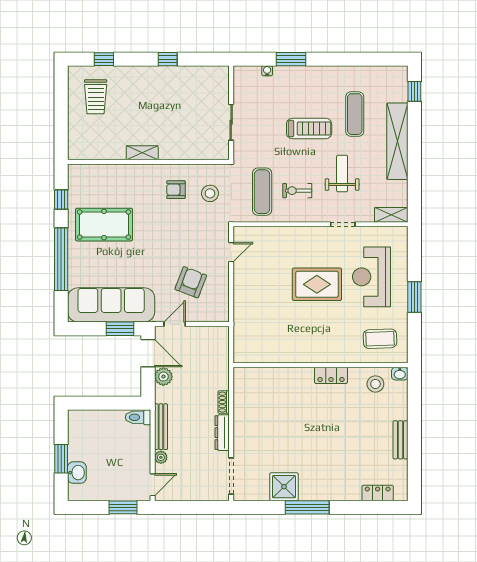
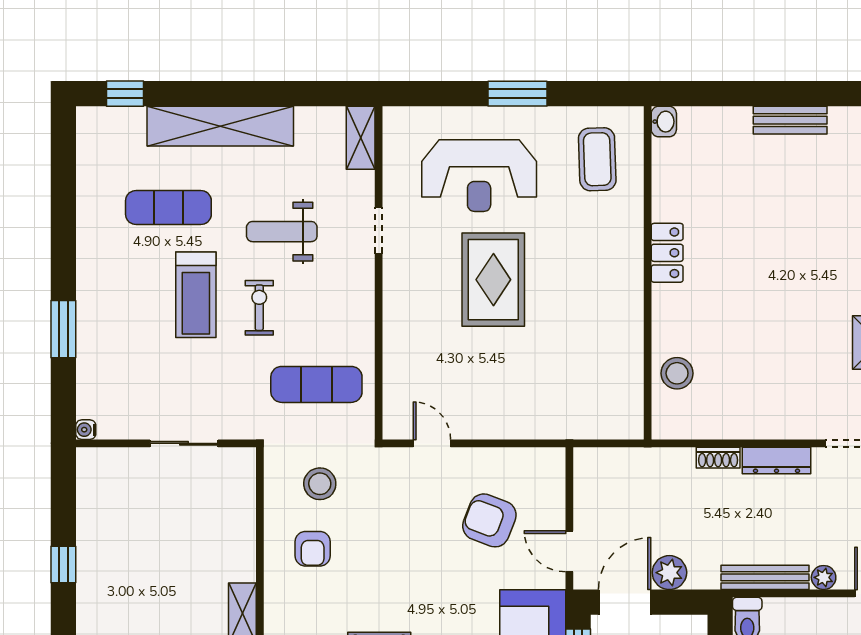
water cooler: (267, 71) -> (86, 430), moved
treadmill: (309, 128) -> (196, 295), turned 180
exercise bike: (297, 191) -> (259, 308), moved, turned 180
stool: (375, 384) -> (677, 373), moved

